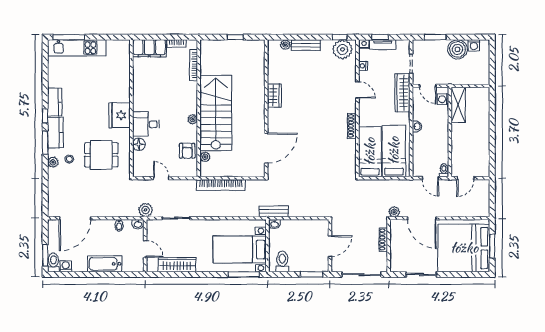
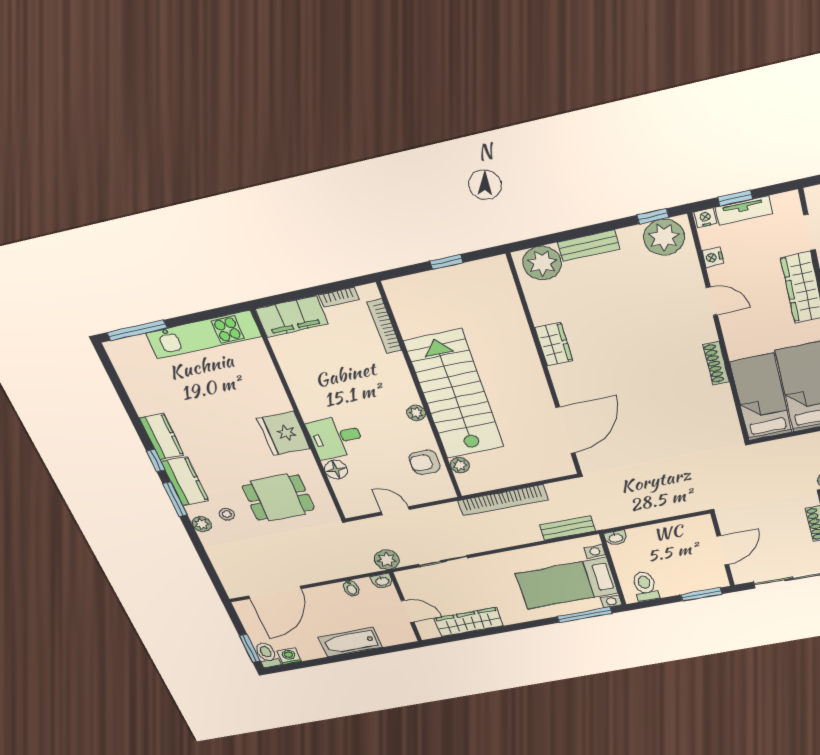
plant: (285, 45) -> (542, 263), width x1.88, depth x1.88
kitchen unit: (77, 48) -> (203, 335), moved
armchair: (187, 151) -> (425, 462), turned 90
bench: (274, 211) -> (567, 528), moved

